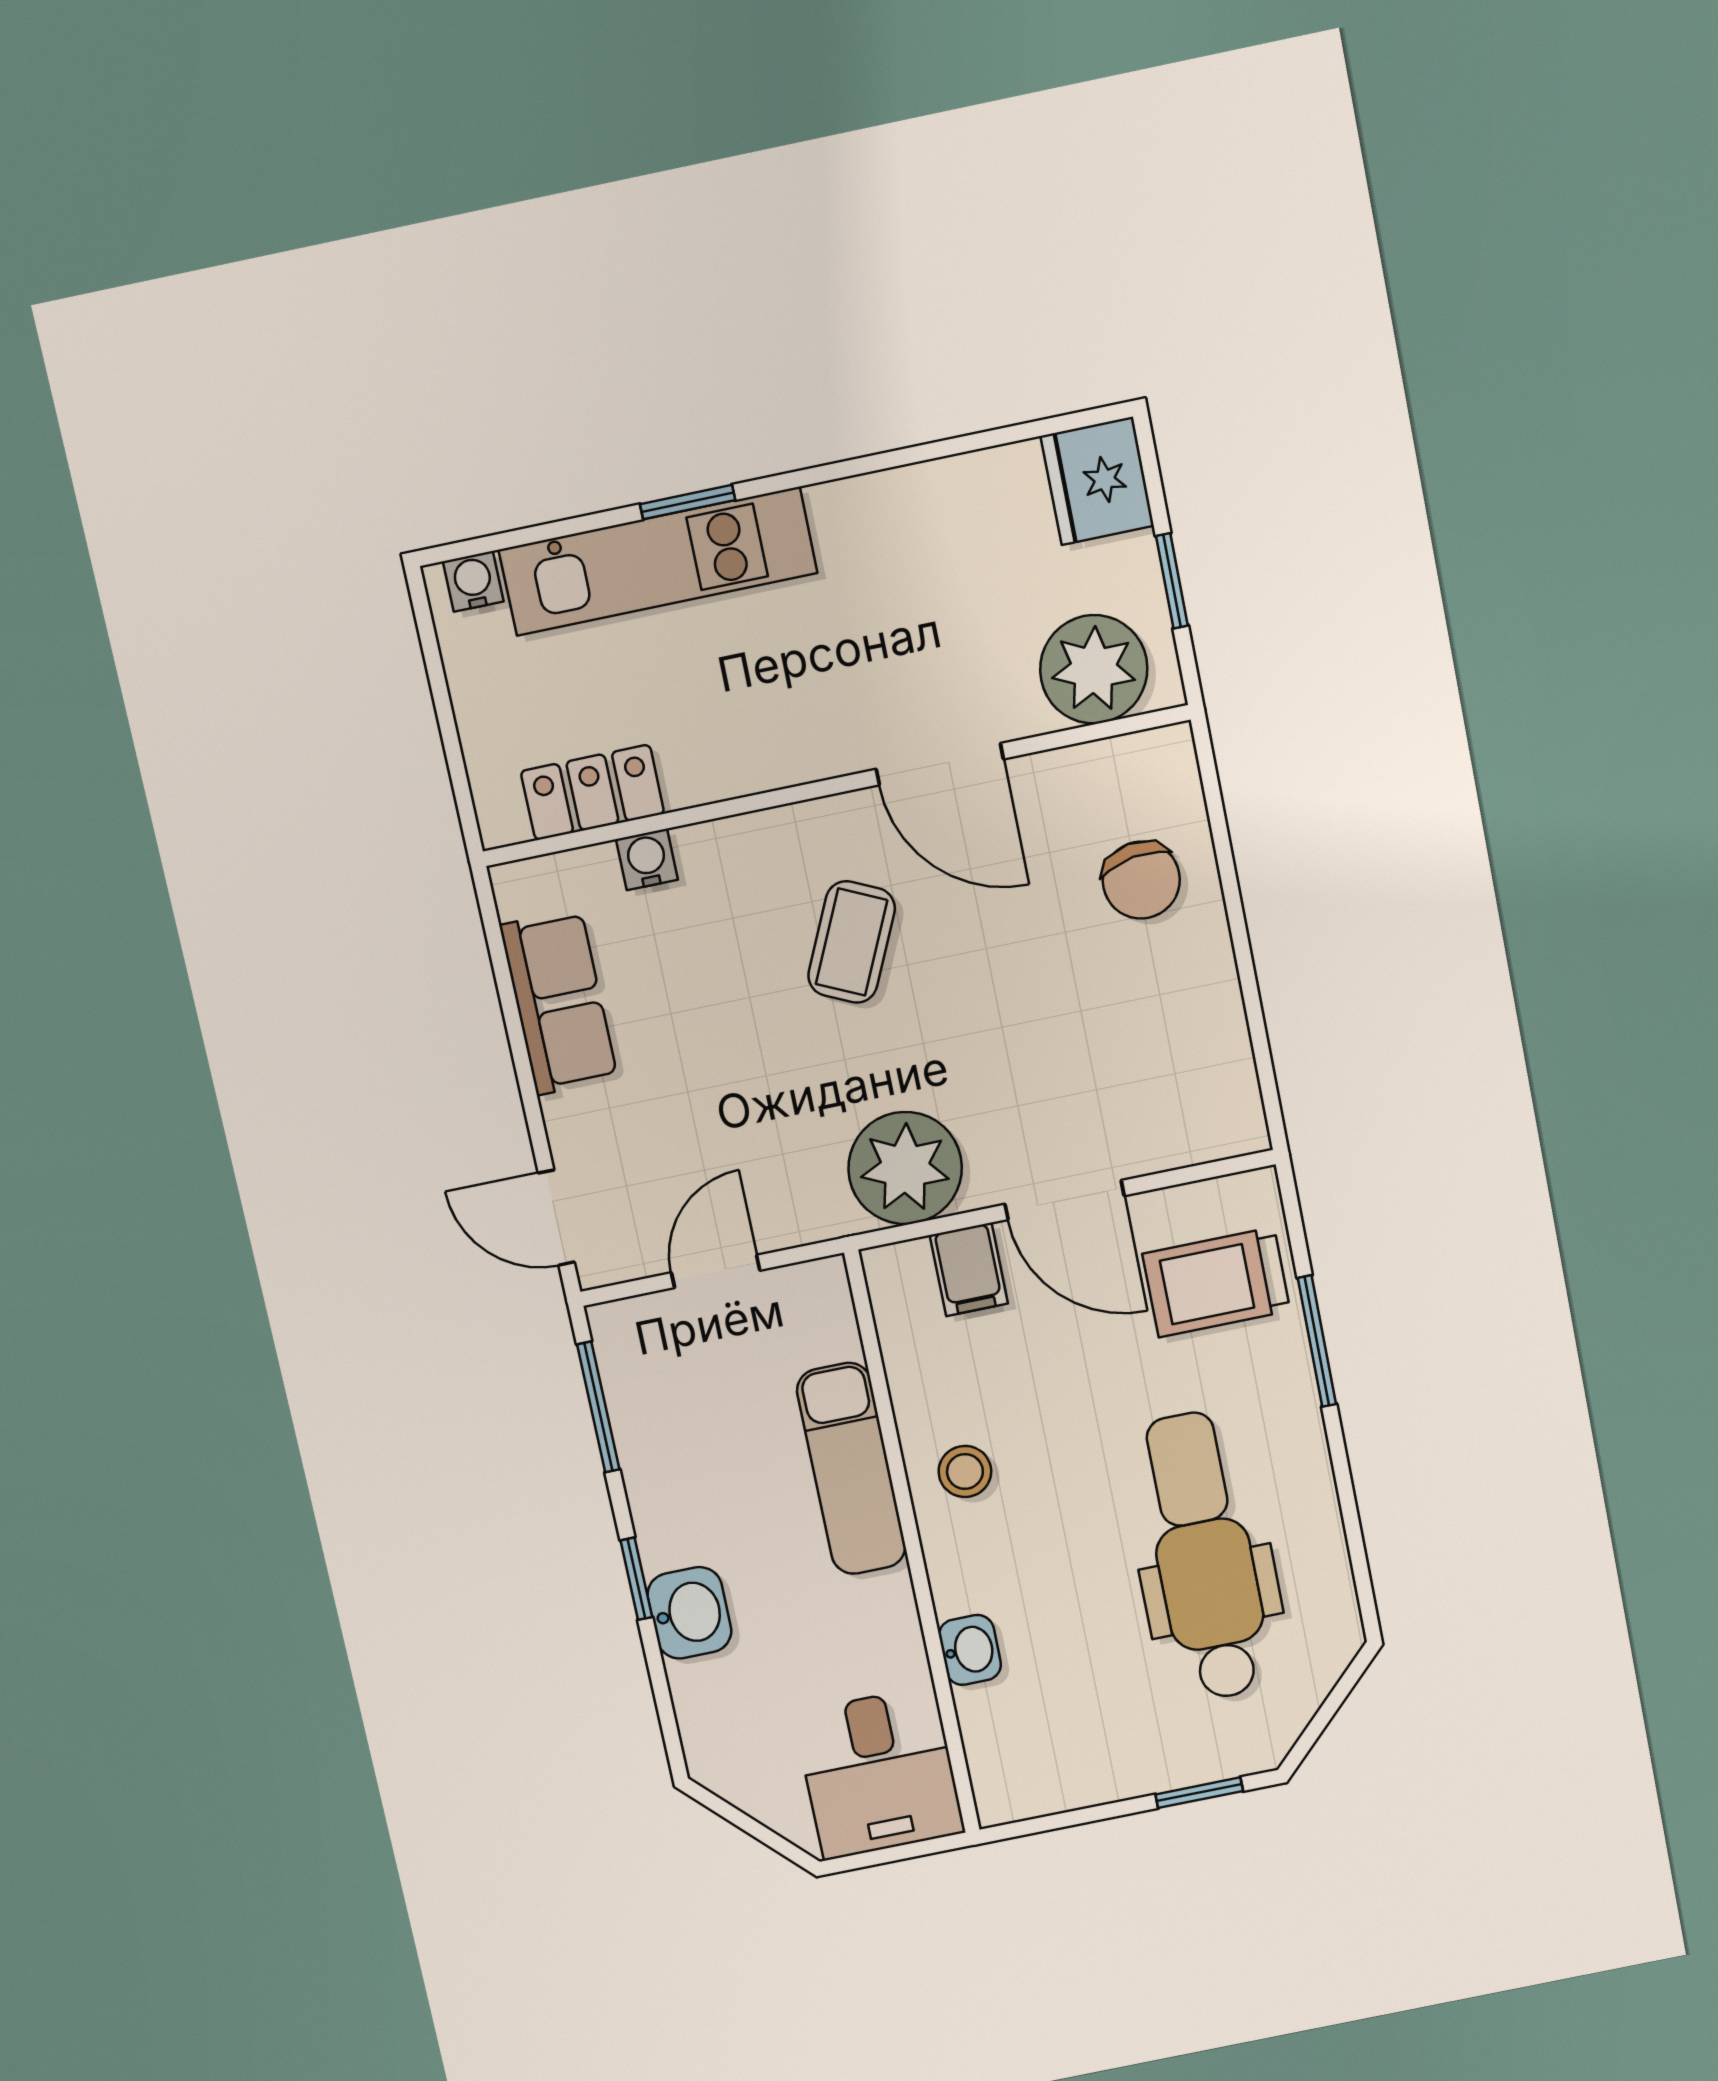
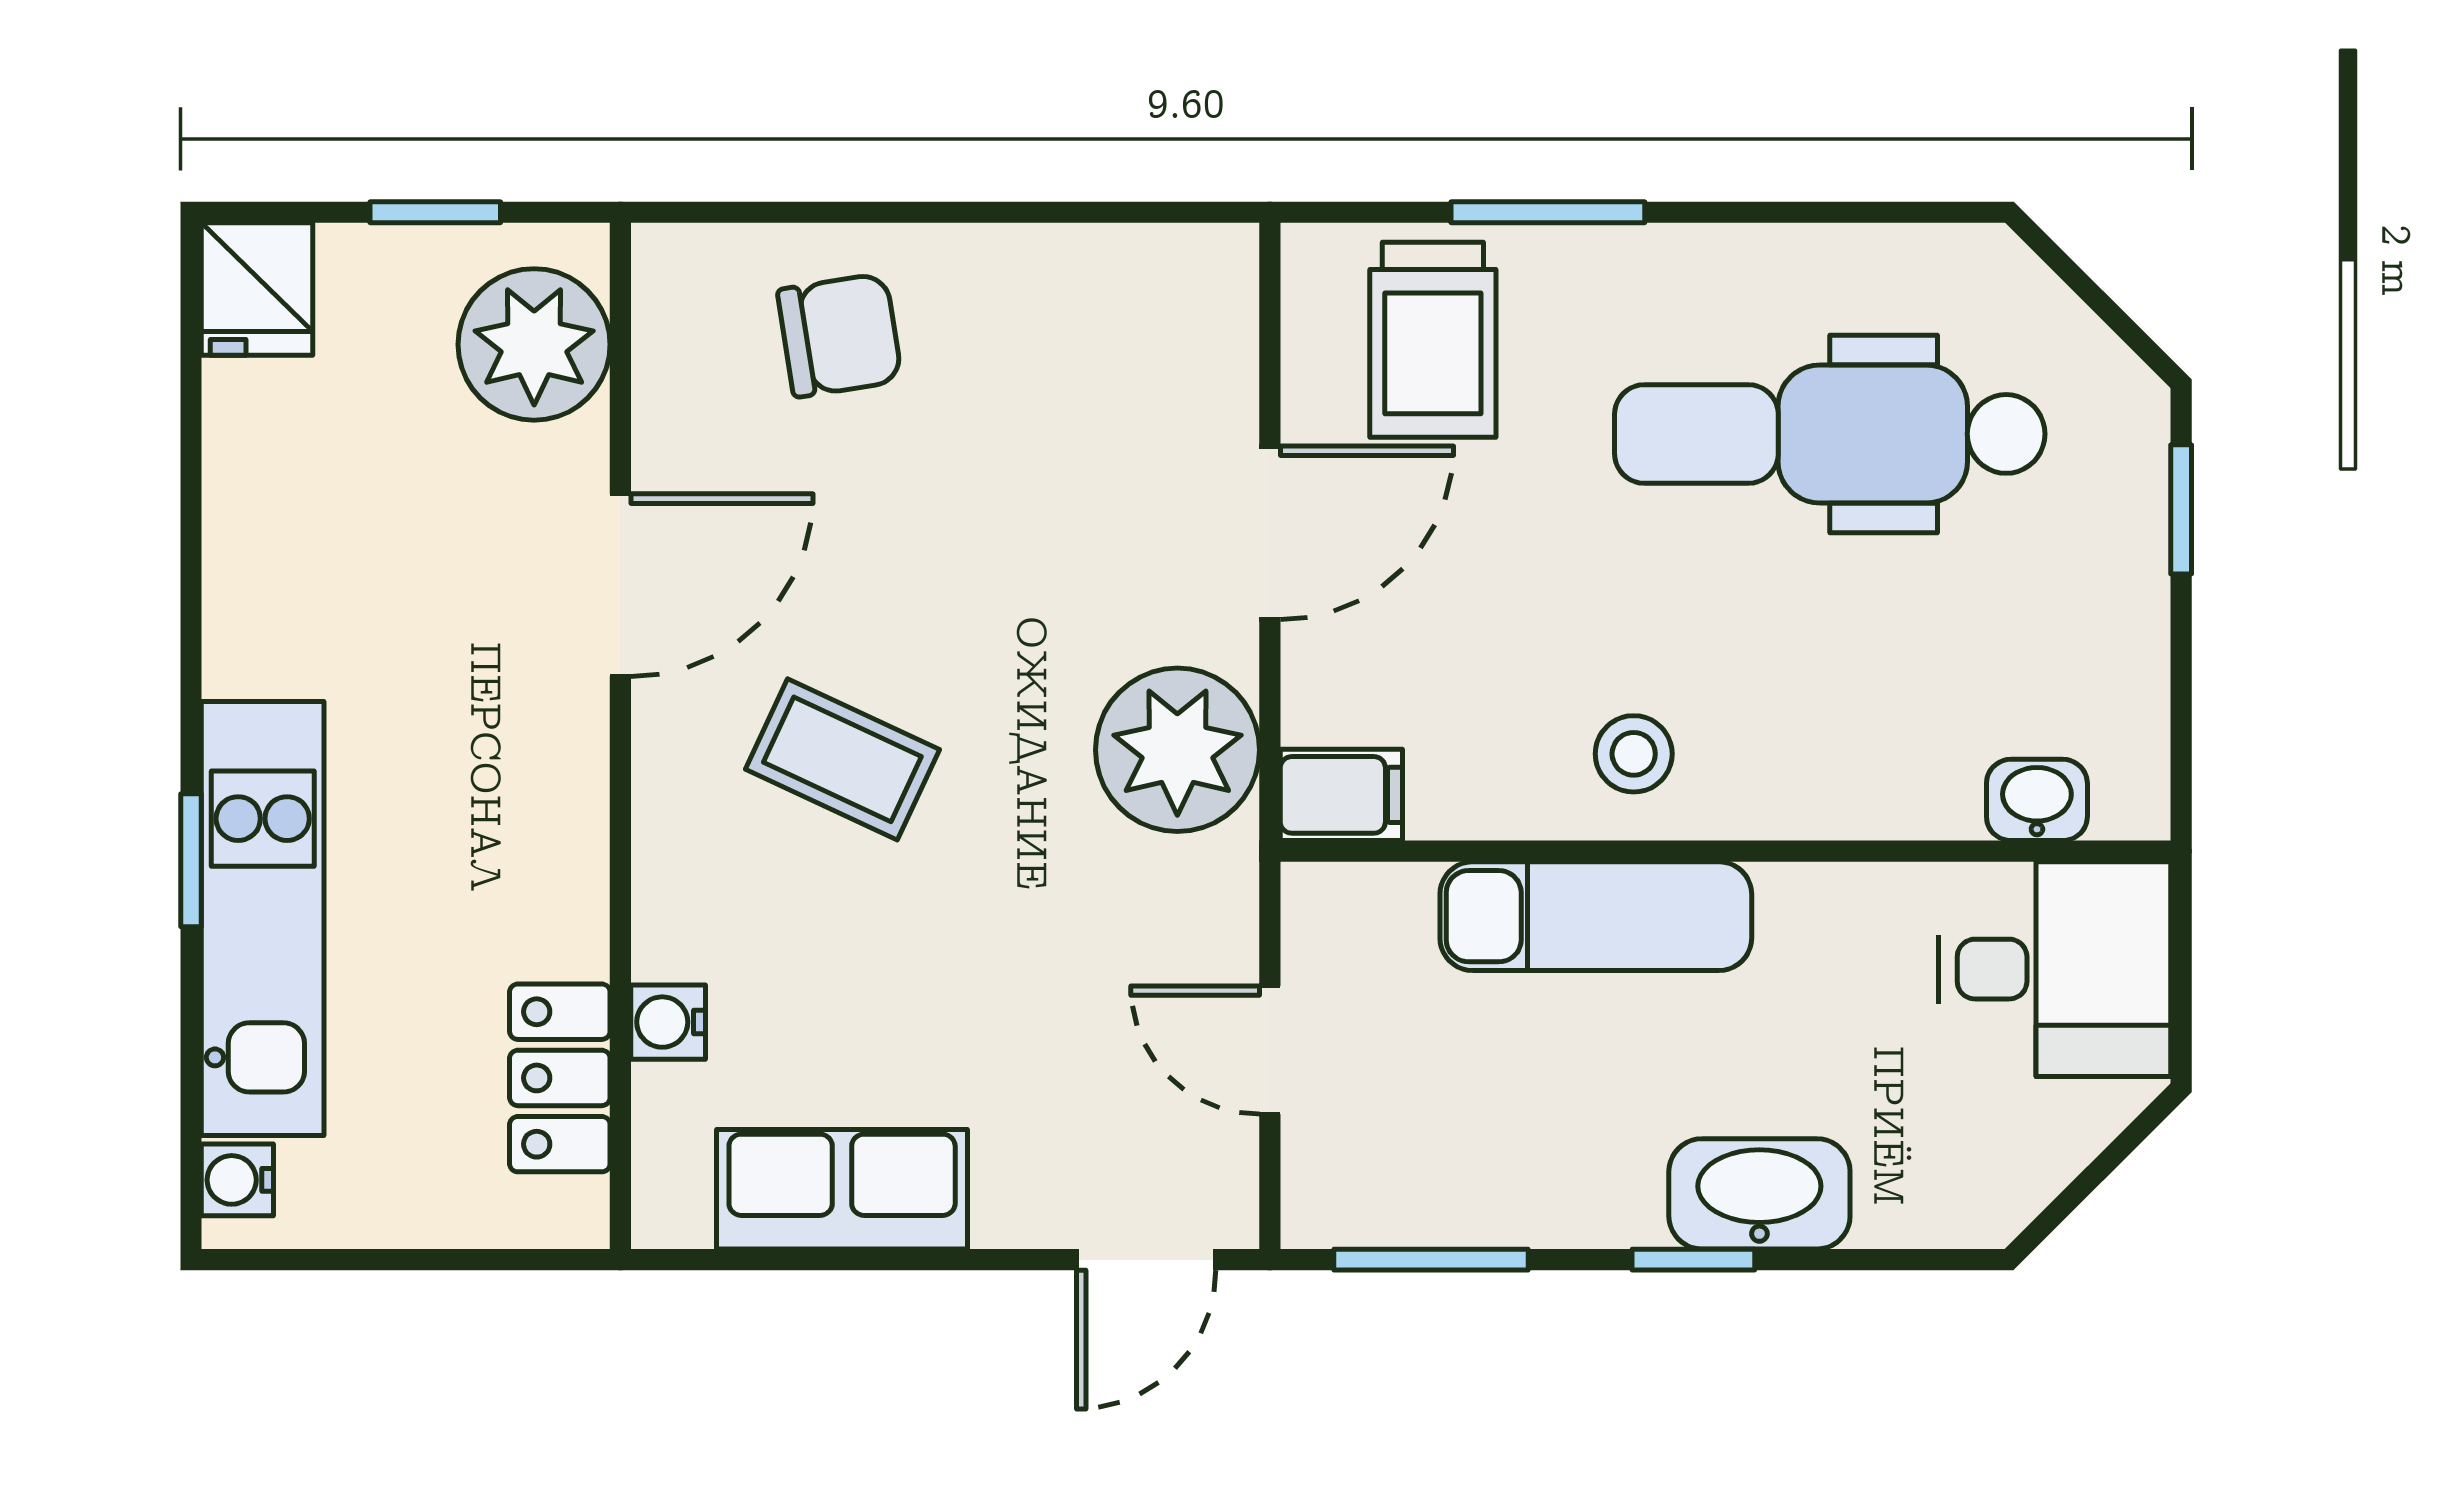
fridge: (1097, 481) -> (257, 289), width x0.72
filing cabinet: (969, 1269) -> (1341, 795), moved
washbasin: (689, 1613) -> (1759, 1194), width x1.38
washbasin: (970, 1650) -> (2037, 800), moved

